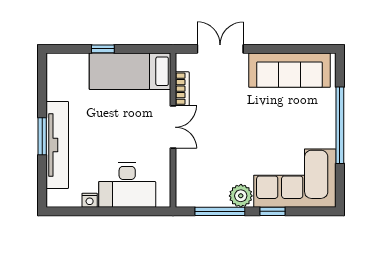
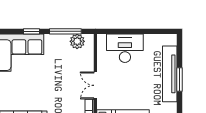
plant: (241, 196) -> (77, 41), moved
nightstand: (90, 200) -> (149, 38), removed

